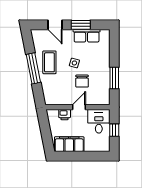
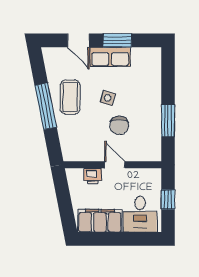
row of seats: (87, 36) -> (110, 57), moved
door: (79, 107) -> (115, 165), hinge flipped
desk: (99, 121) -> (140, 214), moved, turned 180

